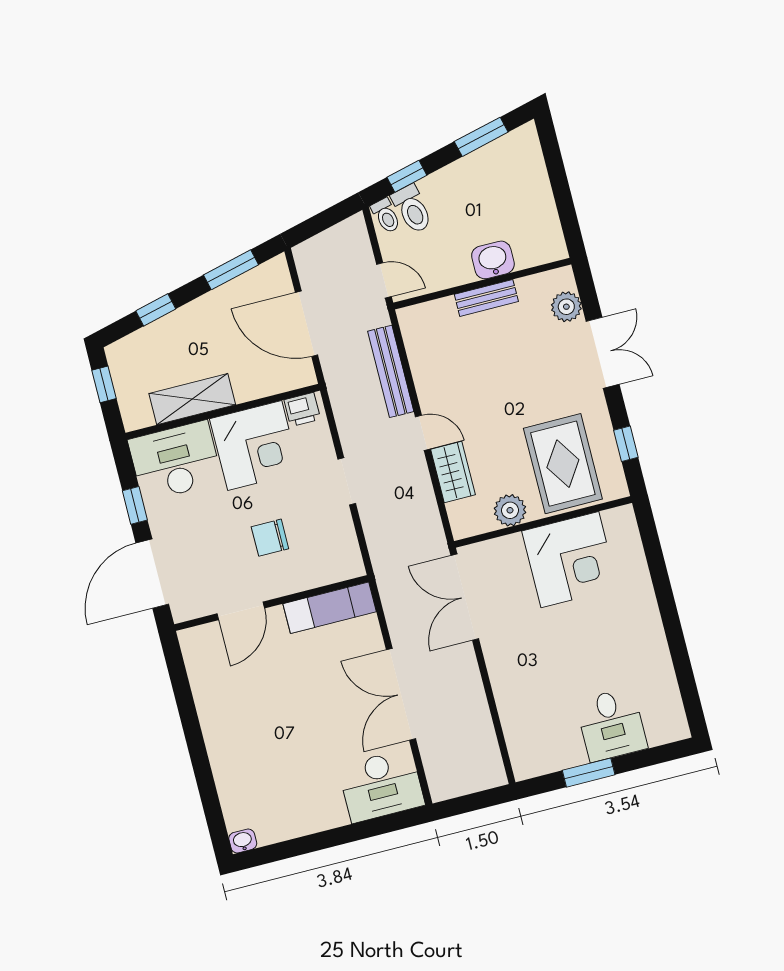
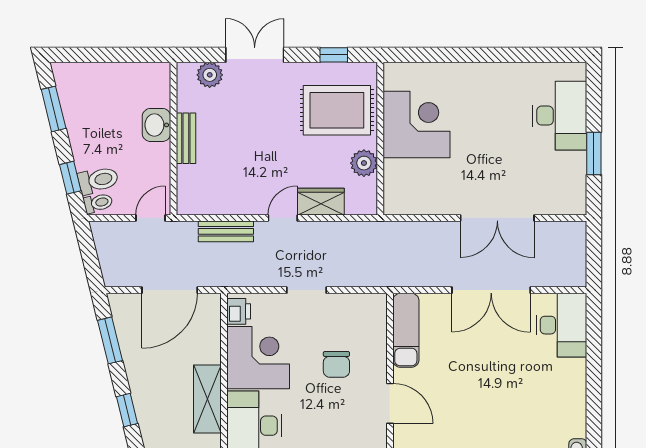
bench: (391, 371) -> (226, 231), width x0.73
double door: (465, 597) -> (497, 218), moved
desk: (611, 725) -> (560, 116), width x1.37

